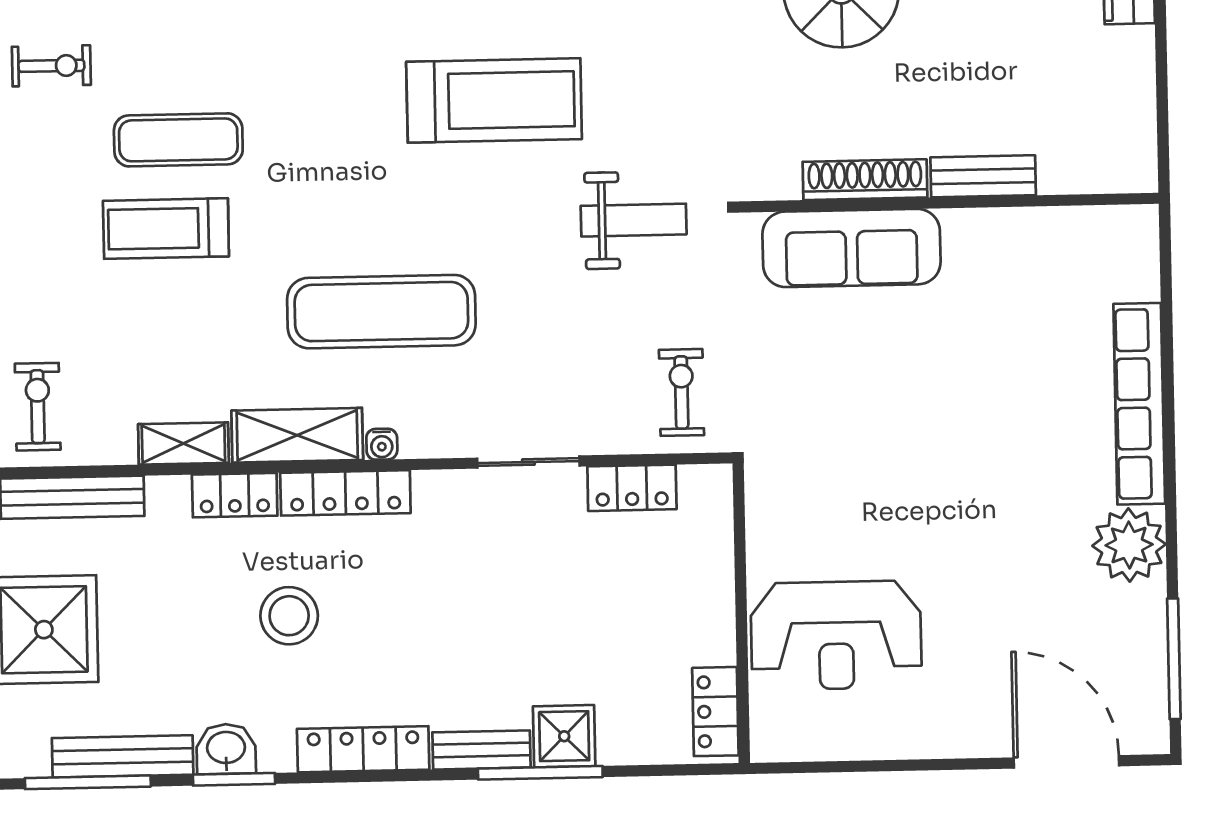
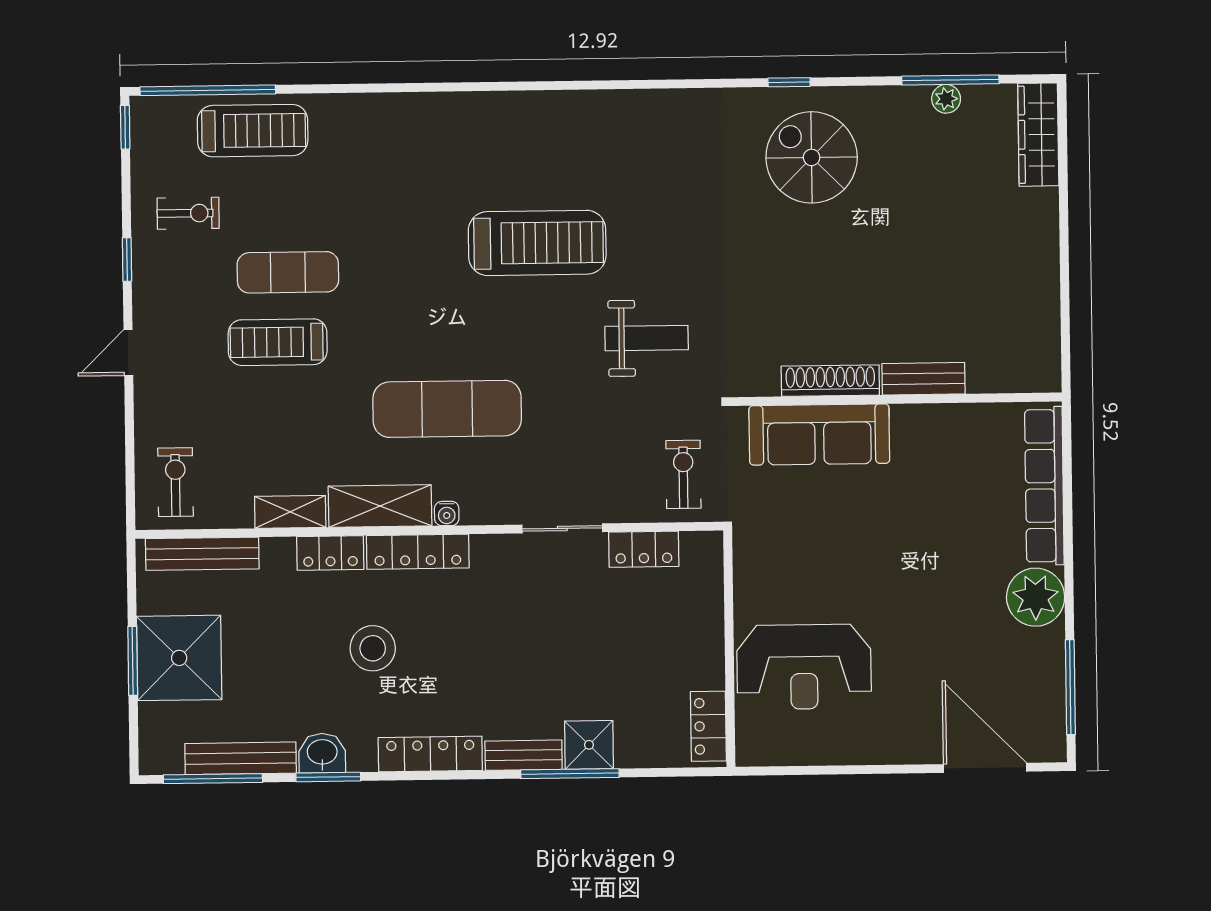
bench: (983, 176) -> (923, 379), moved
shoe rack: (865, 180) -> (830, 381), moved
wall: (948, 203) -> (896, 399), moved
sofa: (852, 248) -> (819, 434), moved

